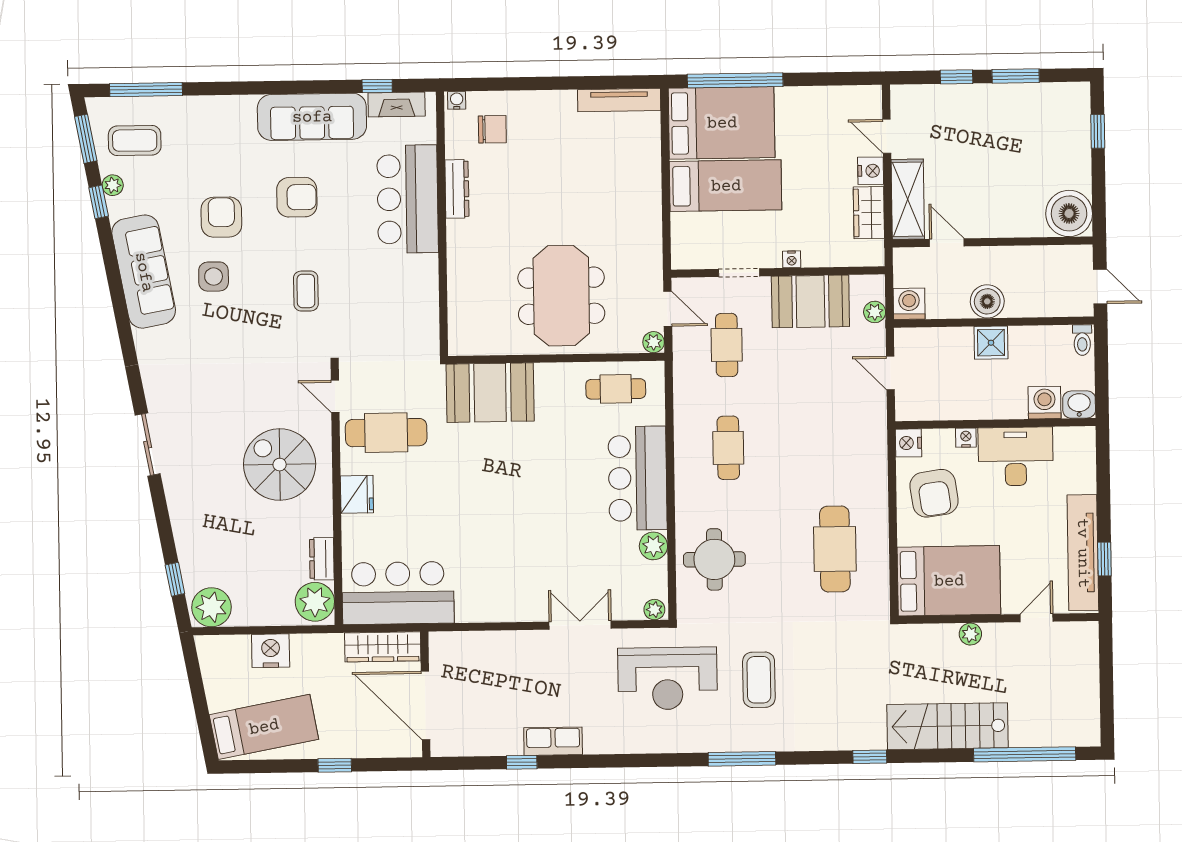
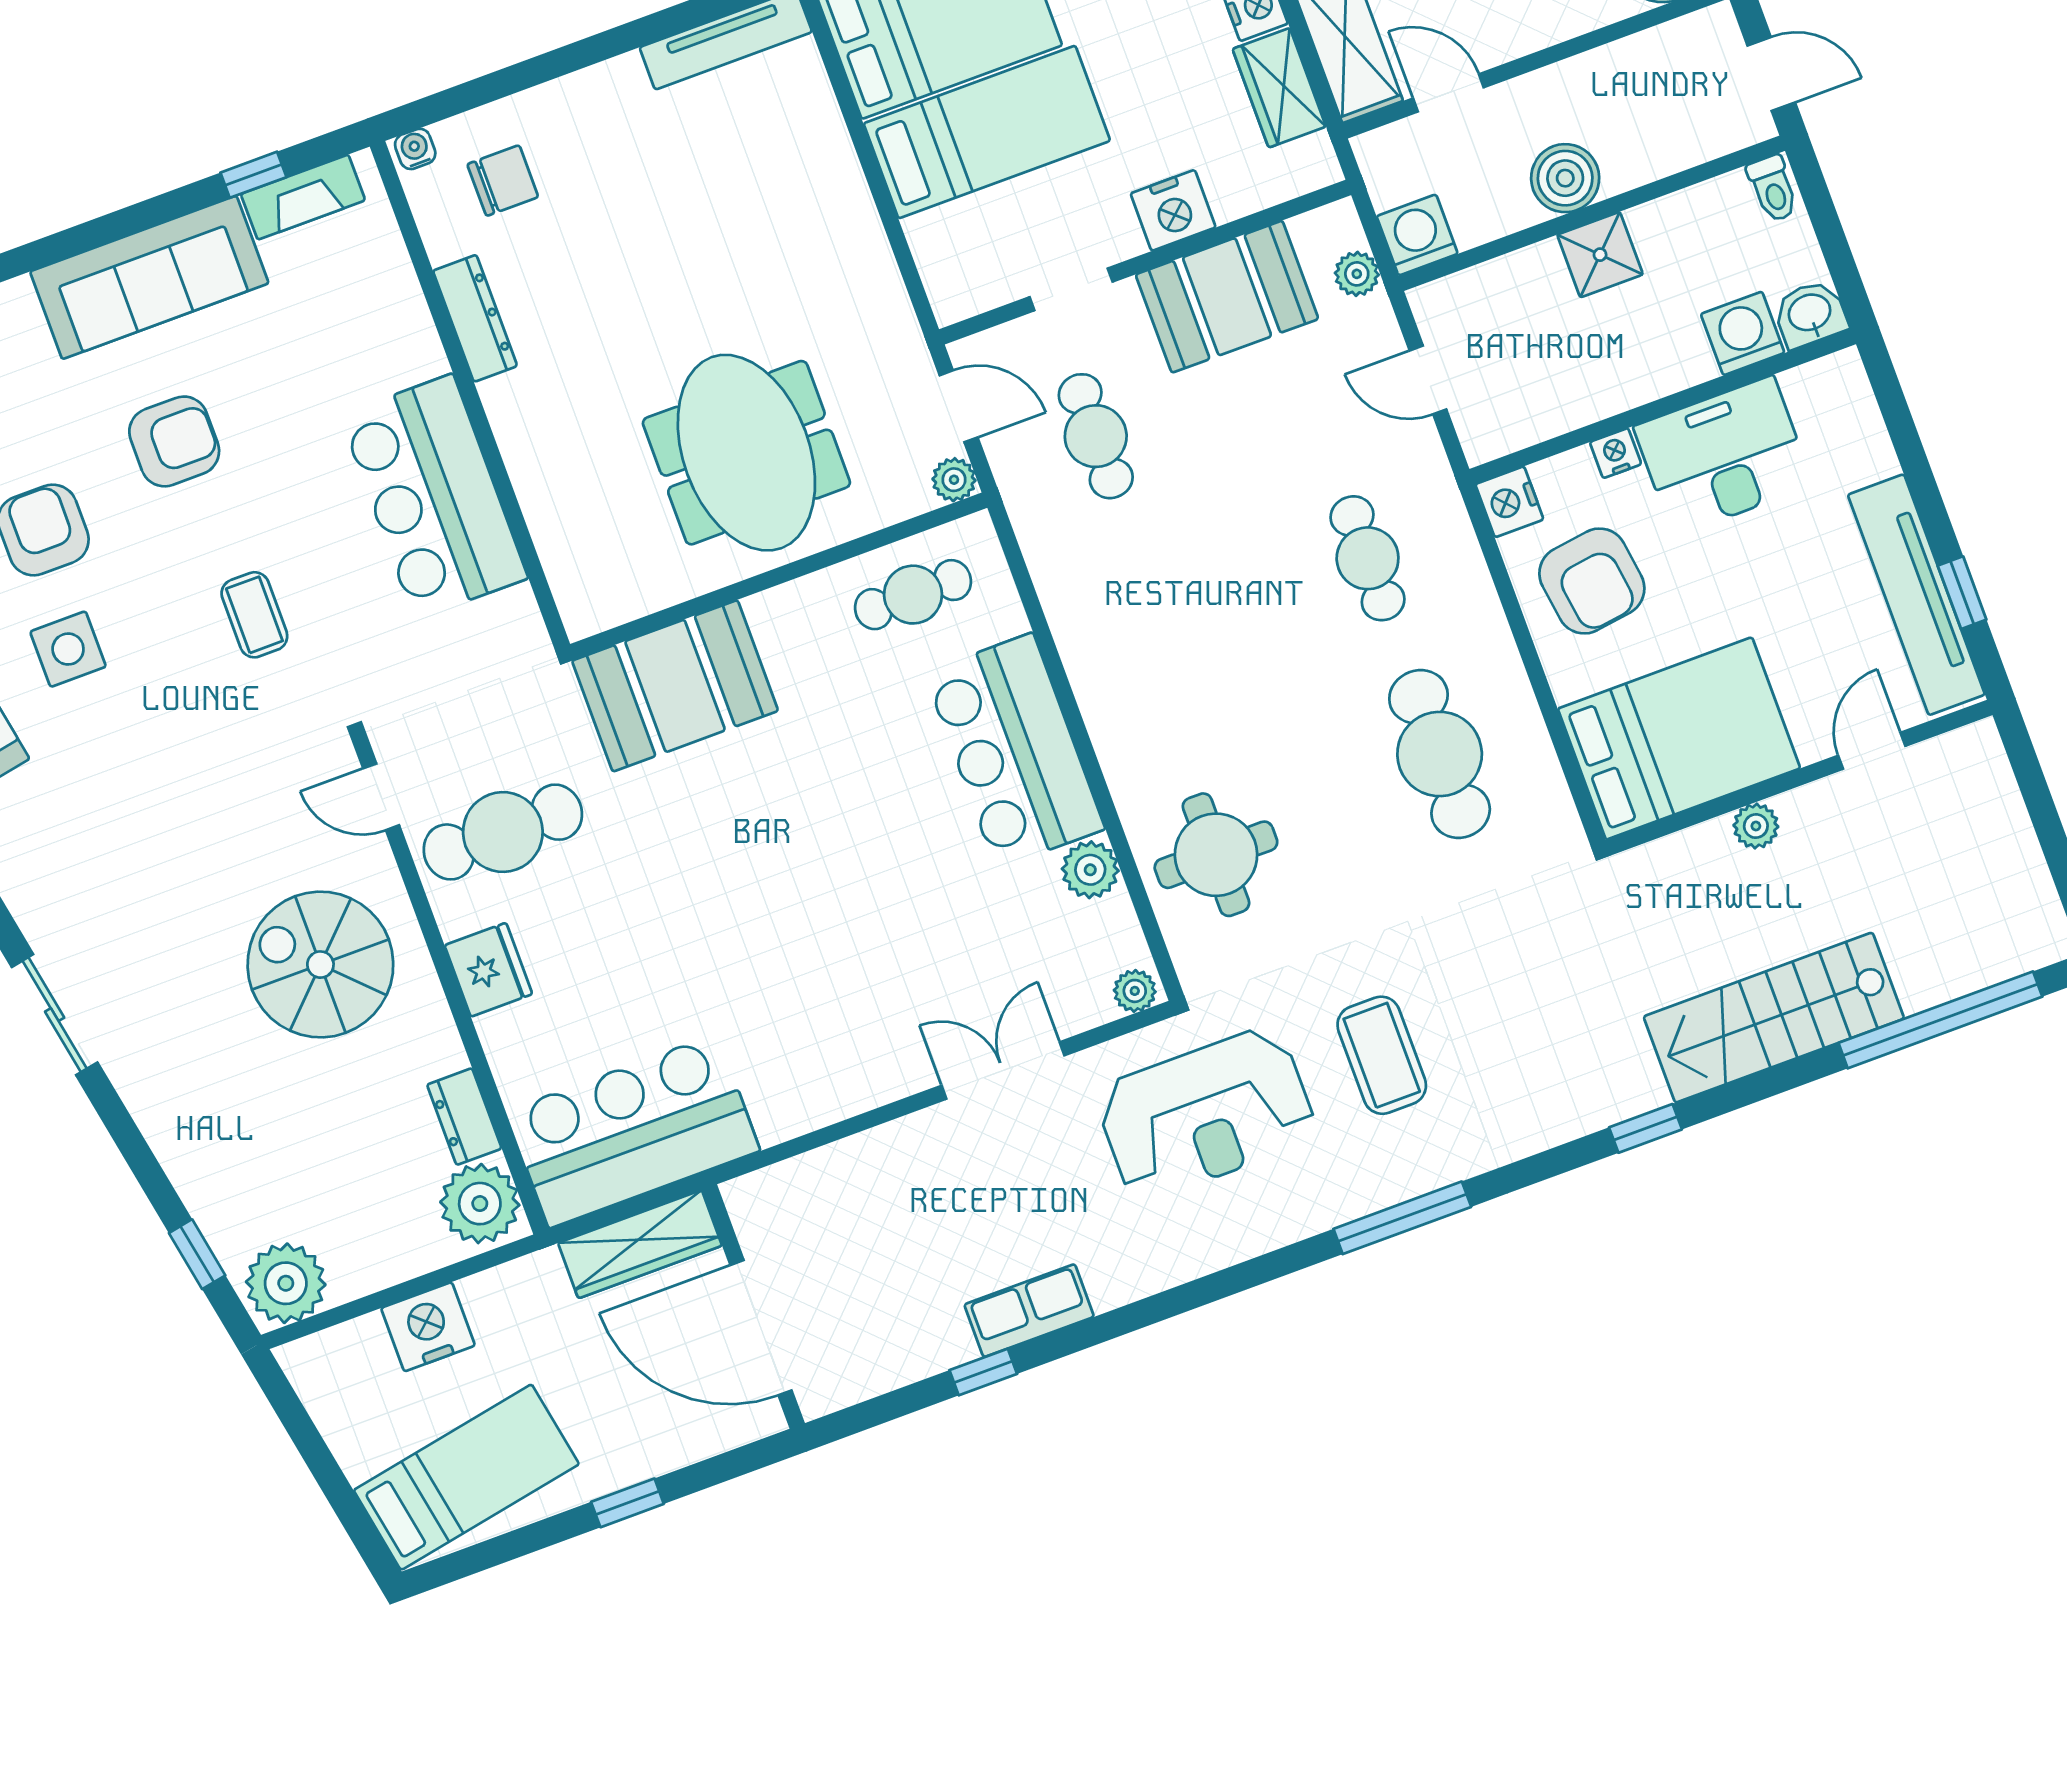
bar counter: (408, 199) -> (434, 497), moved
nightstand: (792, 259) -> (1173, 210), width x1.89, depth x1.79
cafe table: (728, 448) -> (1368, 558), moved

